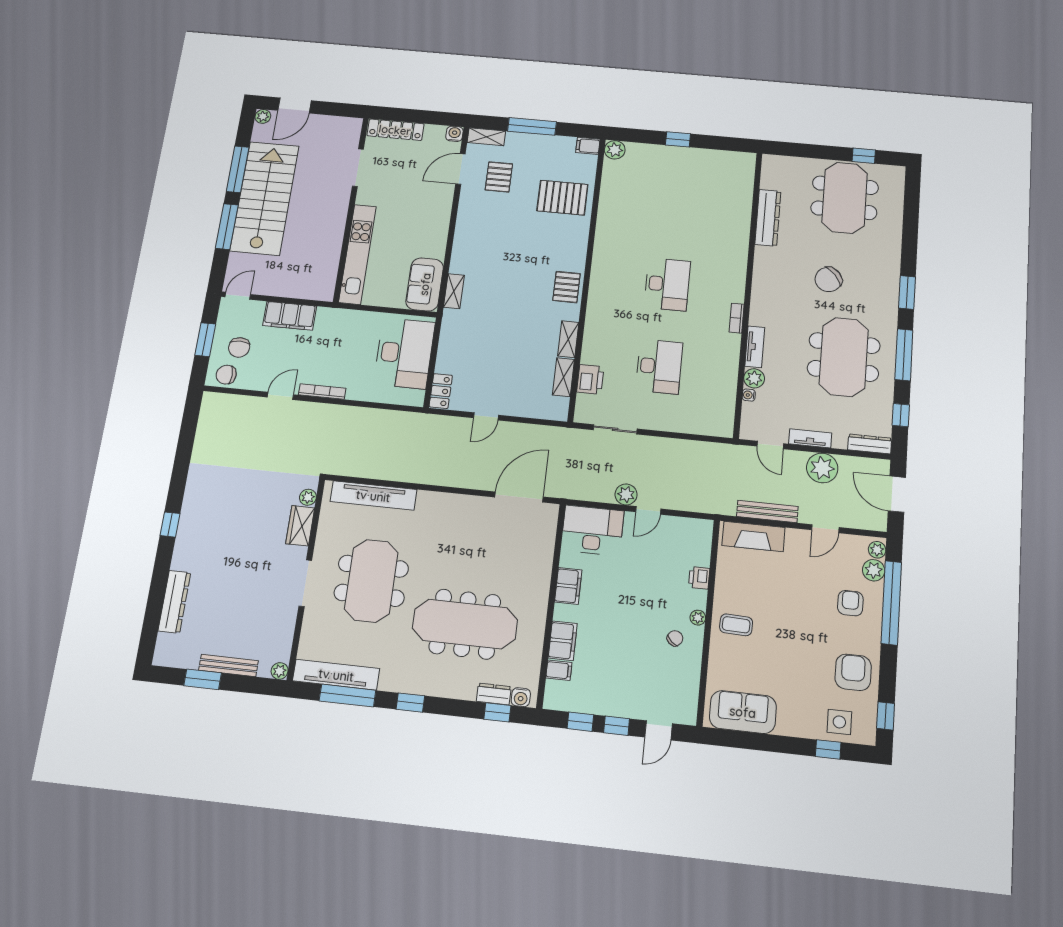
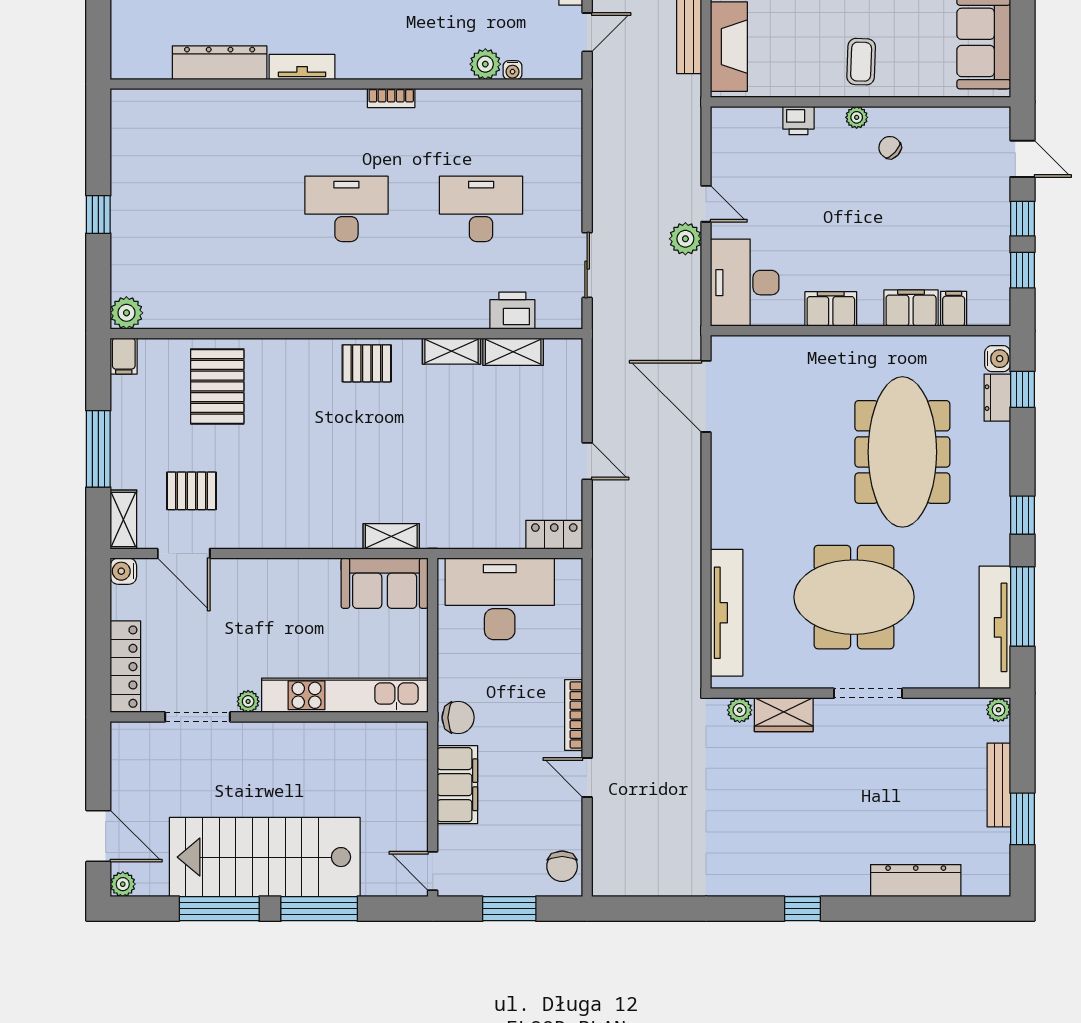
plant: (363, 197) -> (248, 701), added
chair: (239, 347) -> (458, 718), moved
tv unit: (755, 347) -> (302, 67), moved

